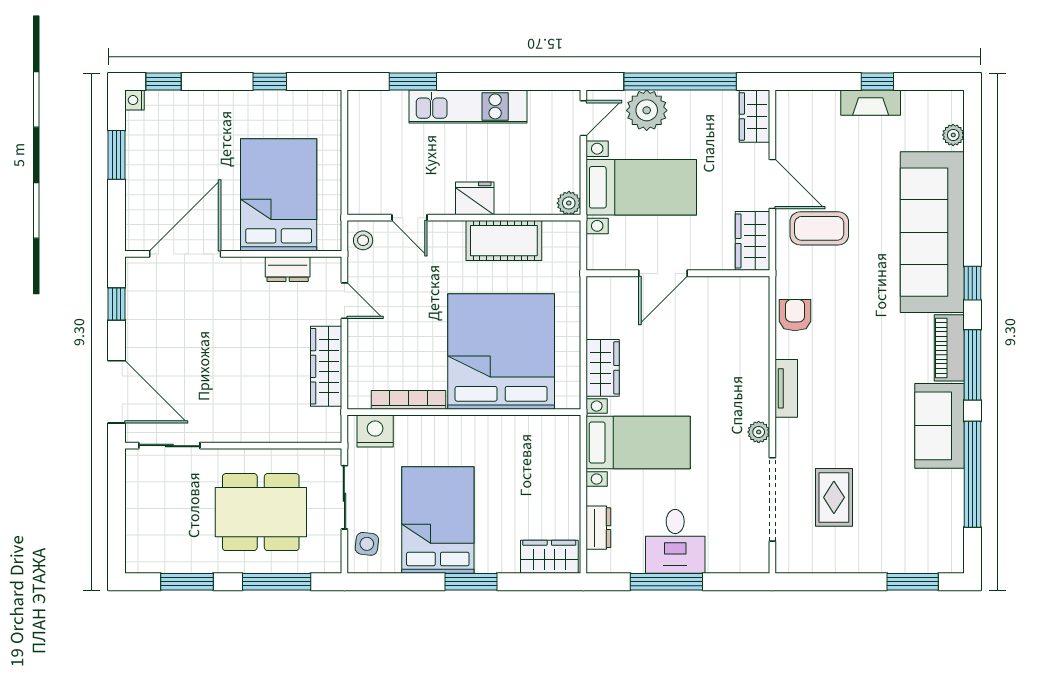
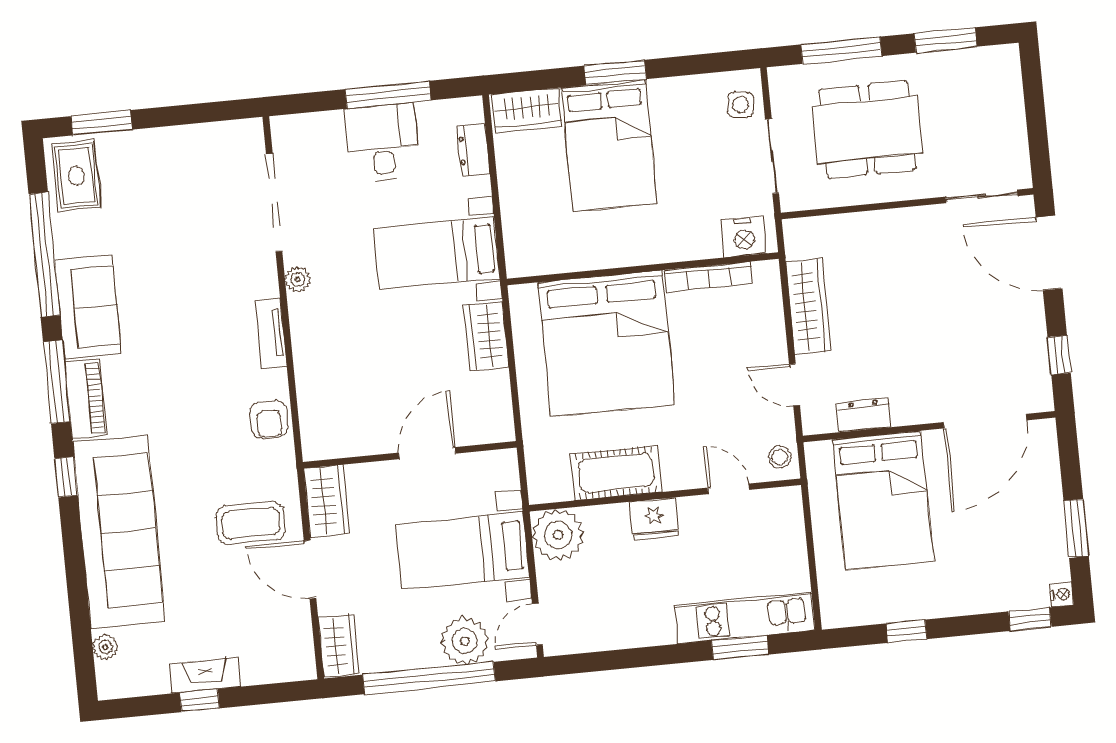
kitchen unit: (468, 106) -> (744, 618), moved
plant: (569, 203) -> (558, 535), width x1.87, depth x1.87
rug: (834, 497) -> (76, 176), moved
bed: (438, 520) -> (609, 145), moved

